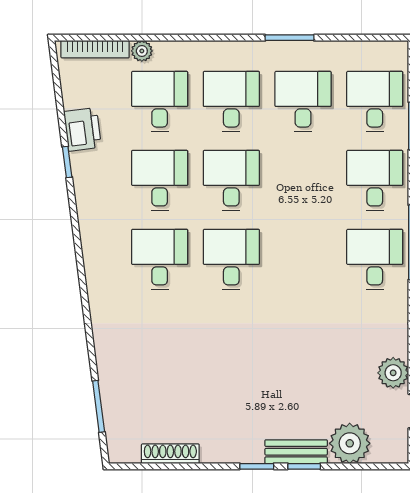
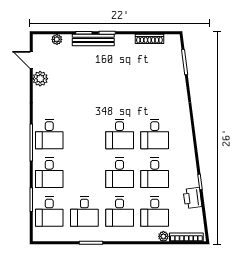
plant: (350, 443) -> (57, 39), width x0.53, depth x0.53
bench: (296, 452) -> (93, 40), width x1.36

